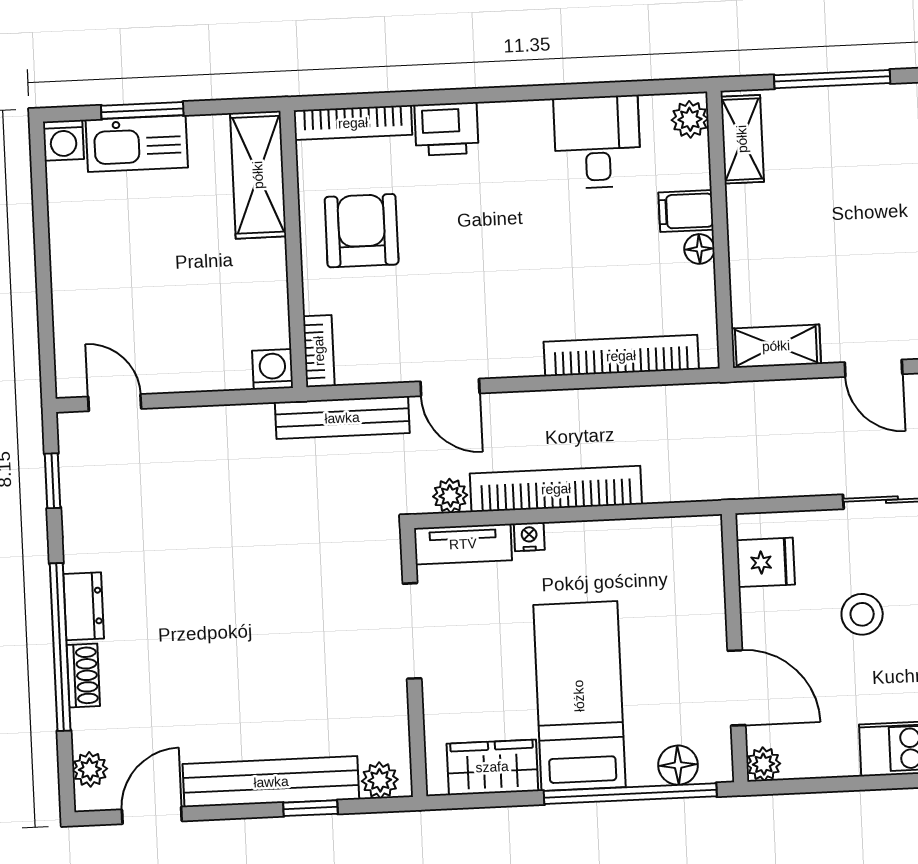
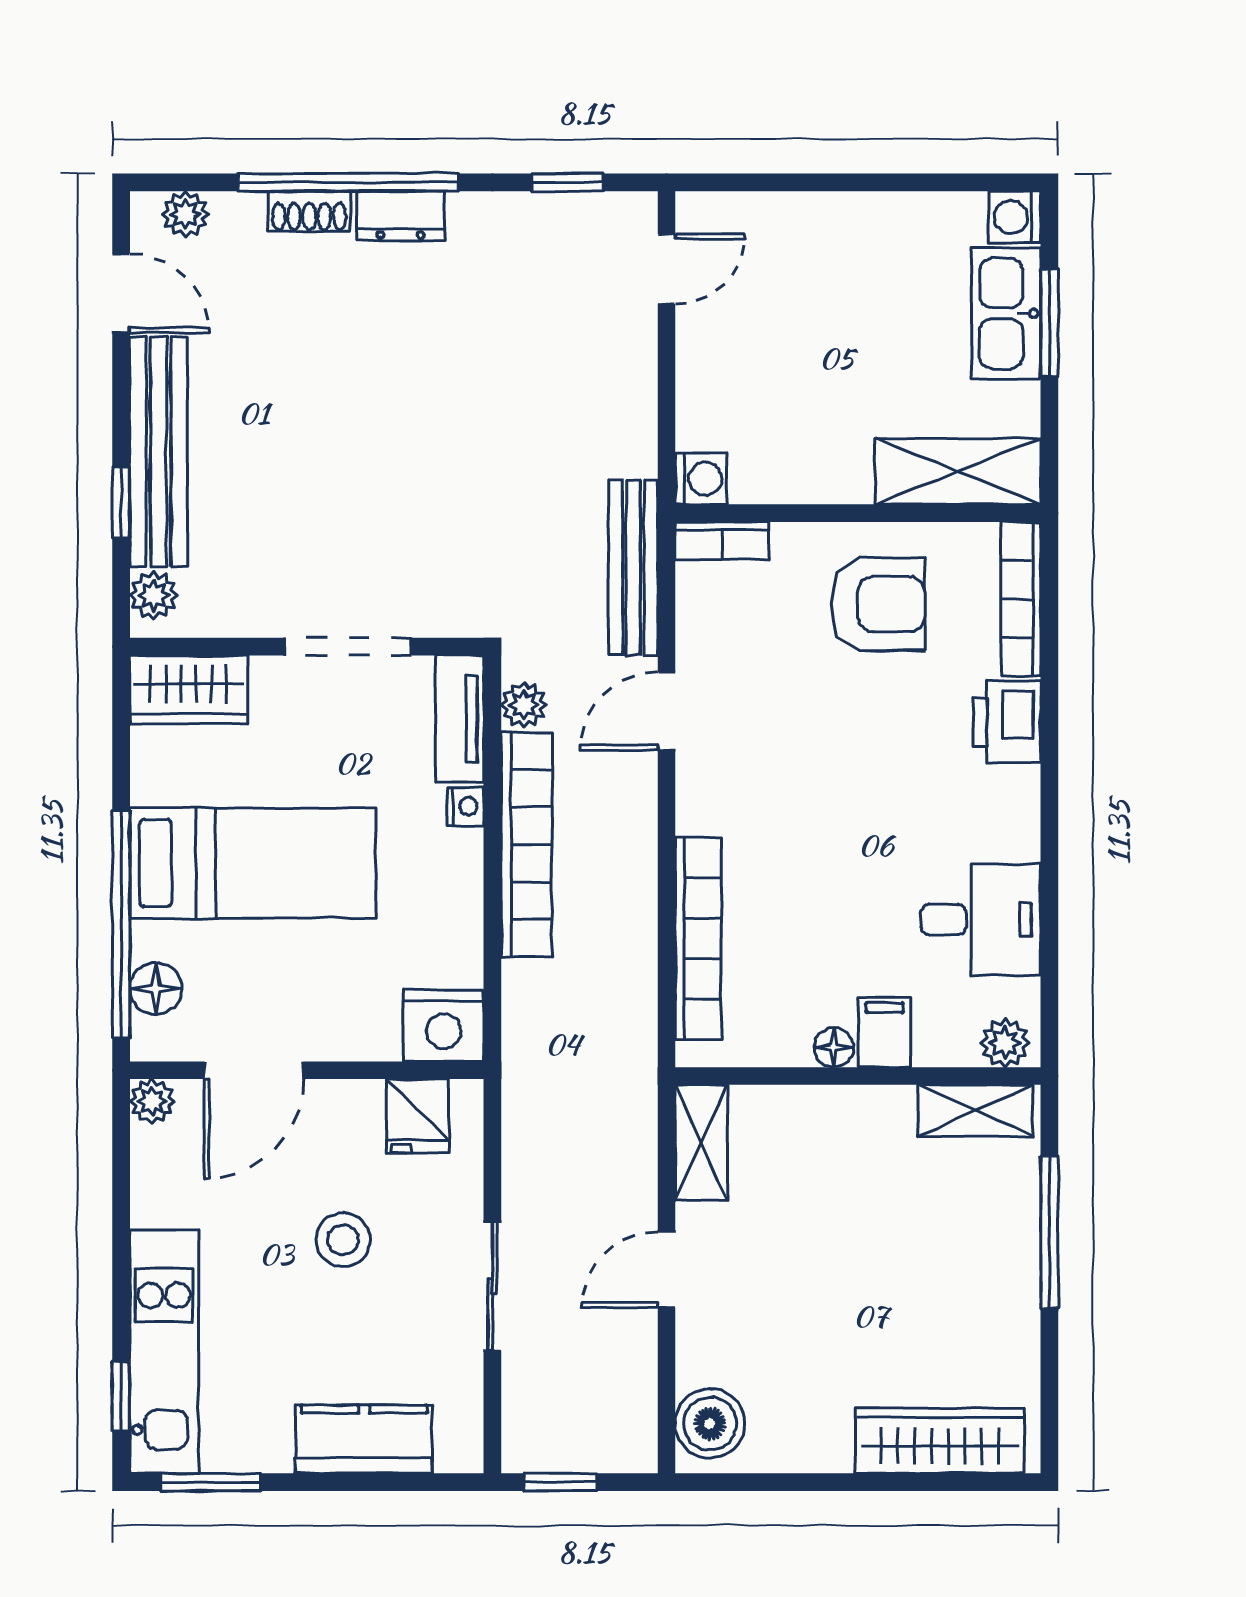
nightstand: (696, 546) -> (444, 1026), added
wardrobe: (492, 767) -> (189, 689), moved, turned 90

